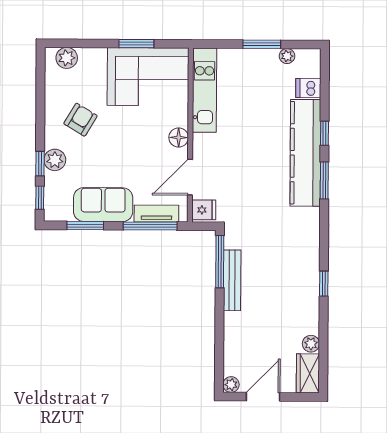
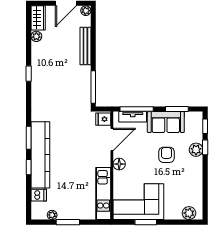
armchair: (81, 120) -> (166, 155), moved, turned 149
bench: (232, 280) -> (85, 46), moved

